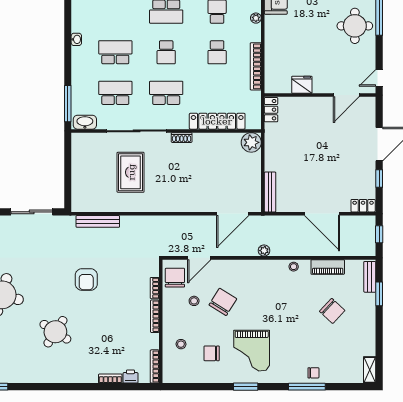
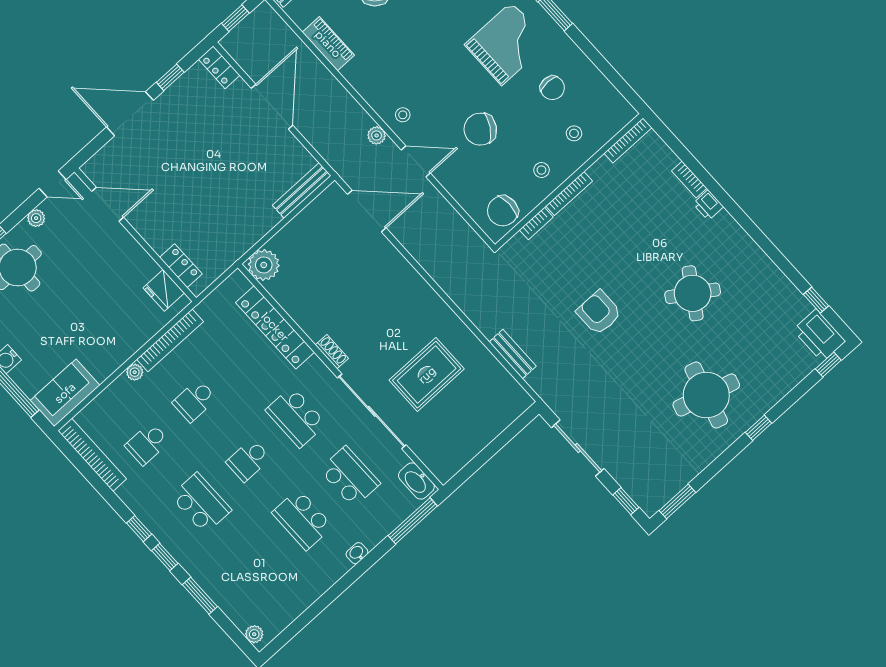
plant: (256, 18) -> (135, 372), moved
washbasin: (76, 39) -> (357, 553), moved
school desk: (166, 52) -> (248, 460), turned 180
school desk: (217, 52) -> (195, 401), turned 180
plant: (370, 56) -> (36, 218), added
fridge: (302, 85) -> (164, 290), moved
school desk: (115, 93) -> (350, 477), turned 180
locker: (271, 110) -> (181, 266), moved, turned 90
bench: (98, 221) -> (513, 354), width x0.73
door: (199, 258) -> (416, 161), moved
stool: (294, 267) -> (403, 115), moved
armchair: (86, 279) -> (599, 313), turned -90
stool: (194, 301) -> (541, 170), moved
printer: (130, 377) -> (708, 205), moved

